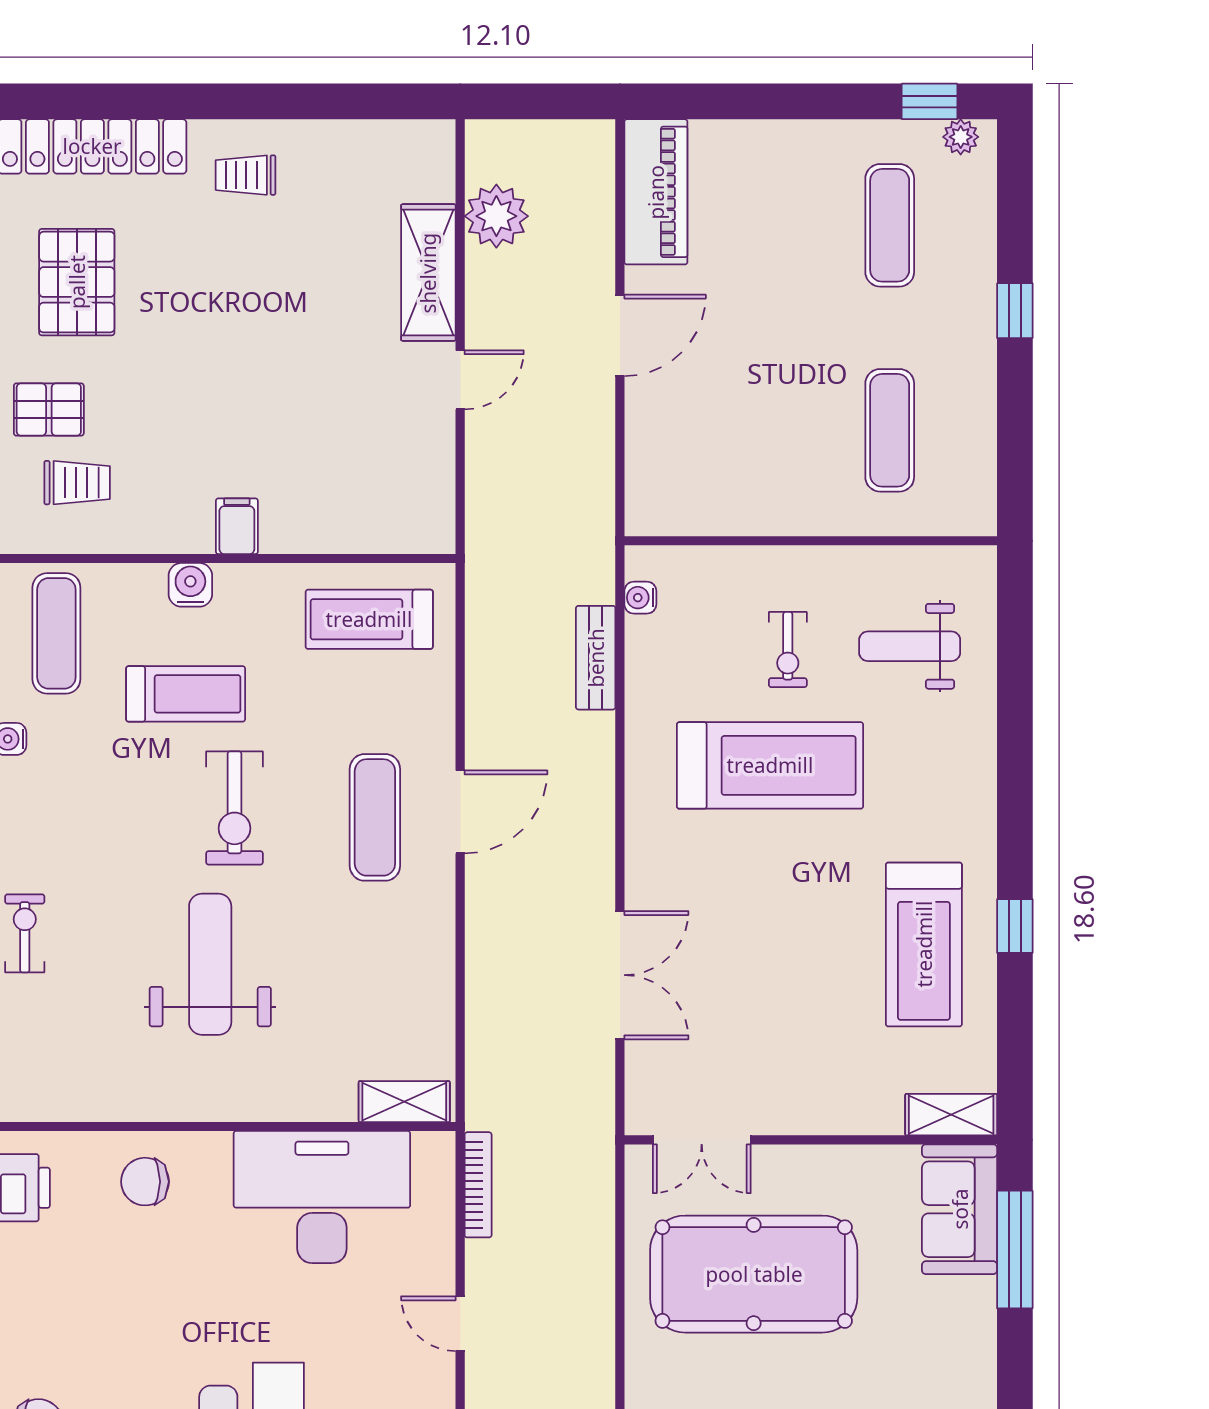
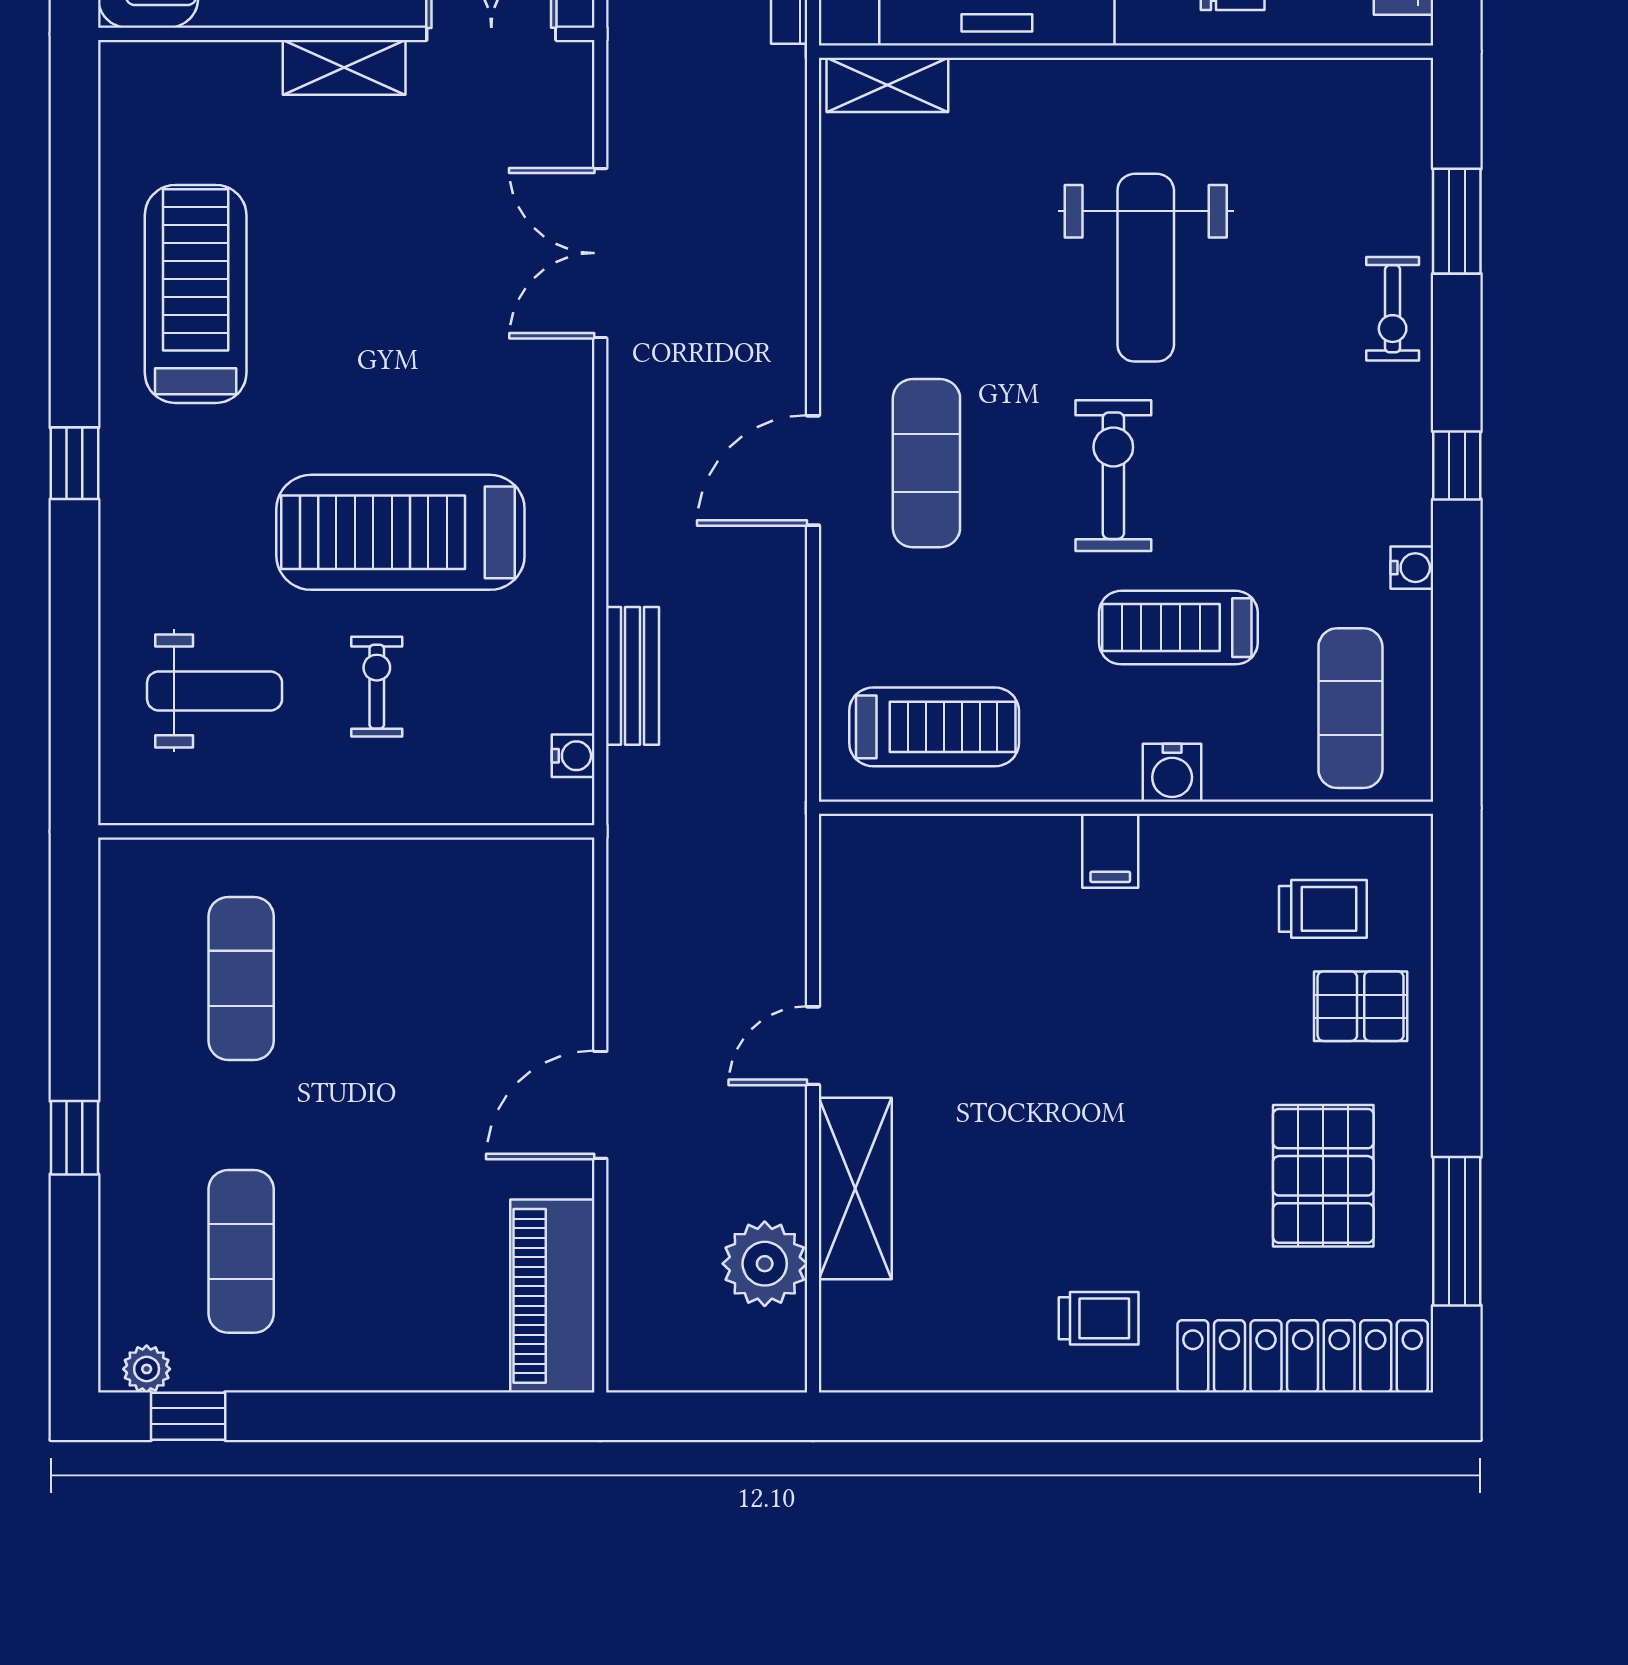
trolley: (77, 483) -> (1323, 909), turned 180
window: (1015, 926) -> (74, 463), moved
shelving: (951, 1115) -> (344, 67), moved

